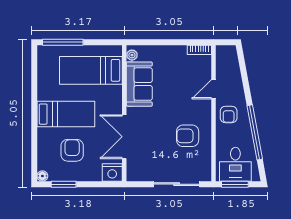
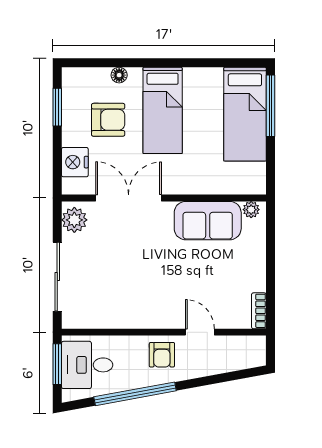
bed: (91, 70) -> (245, 114), moved, turned 180
armchair: (229, 114) -> (162, 355), turned -90
armchair: (188, 136) -> (130, 293), removed
nightstand: (112, 172) -> (75, 162), moved
plant: (139, 173) -> (74, 220), added
floor lamp: (42, 176) -> (119, 75), moved

